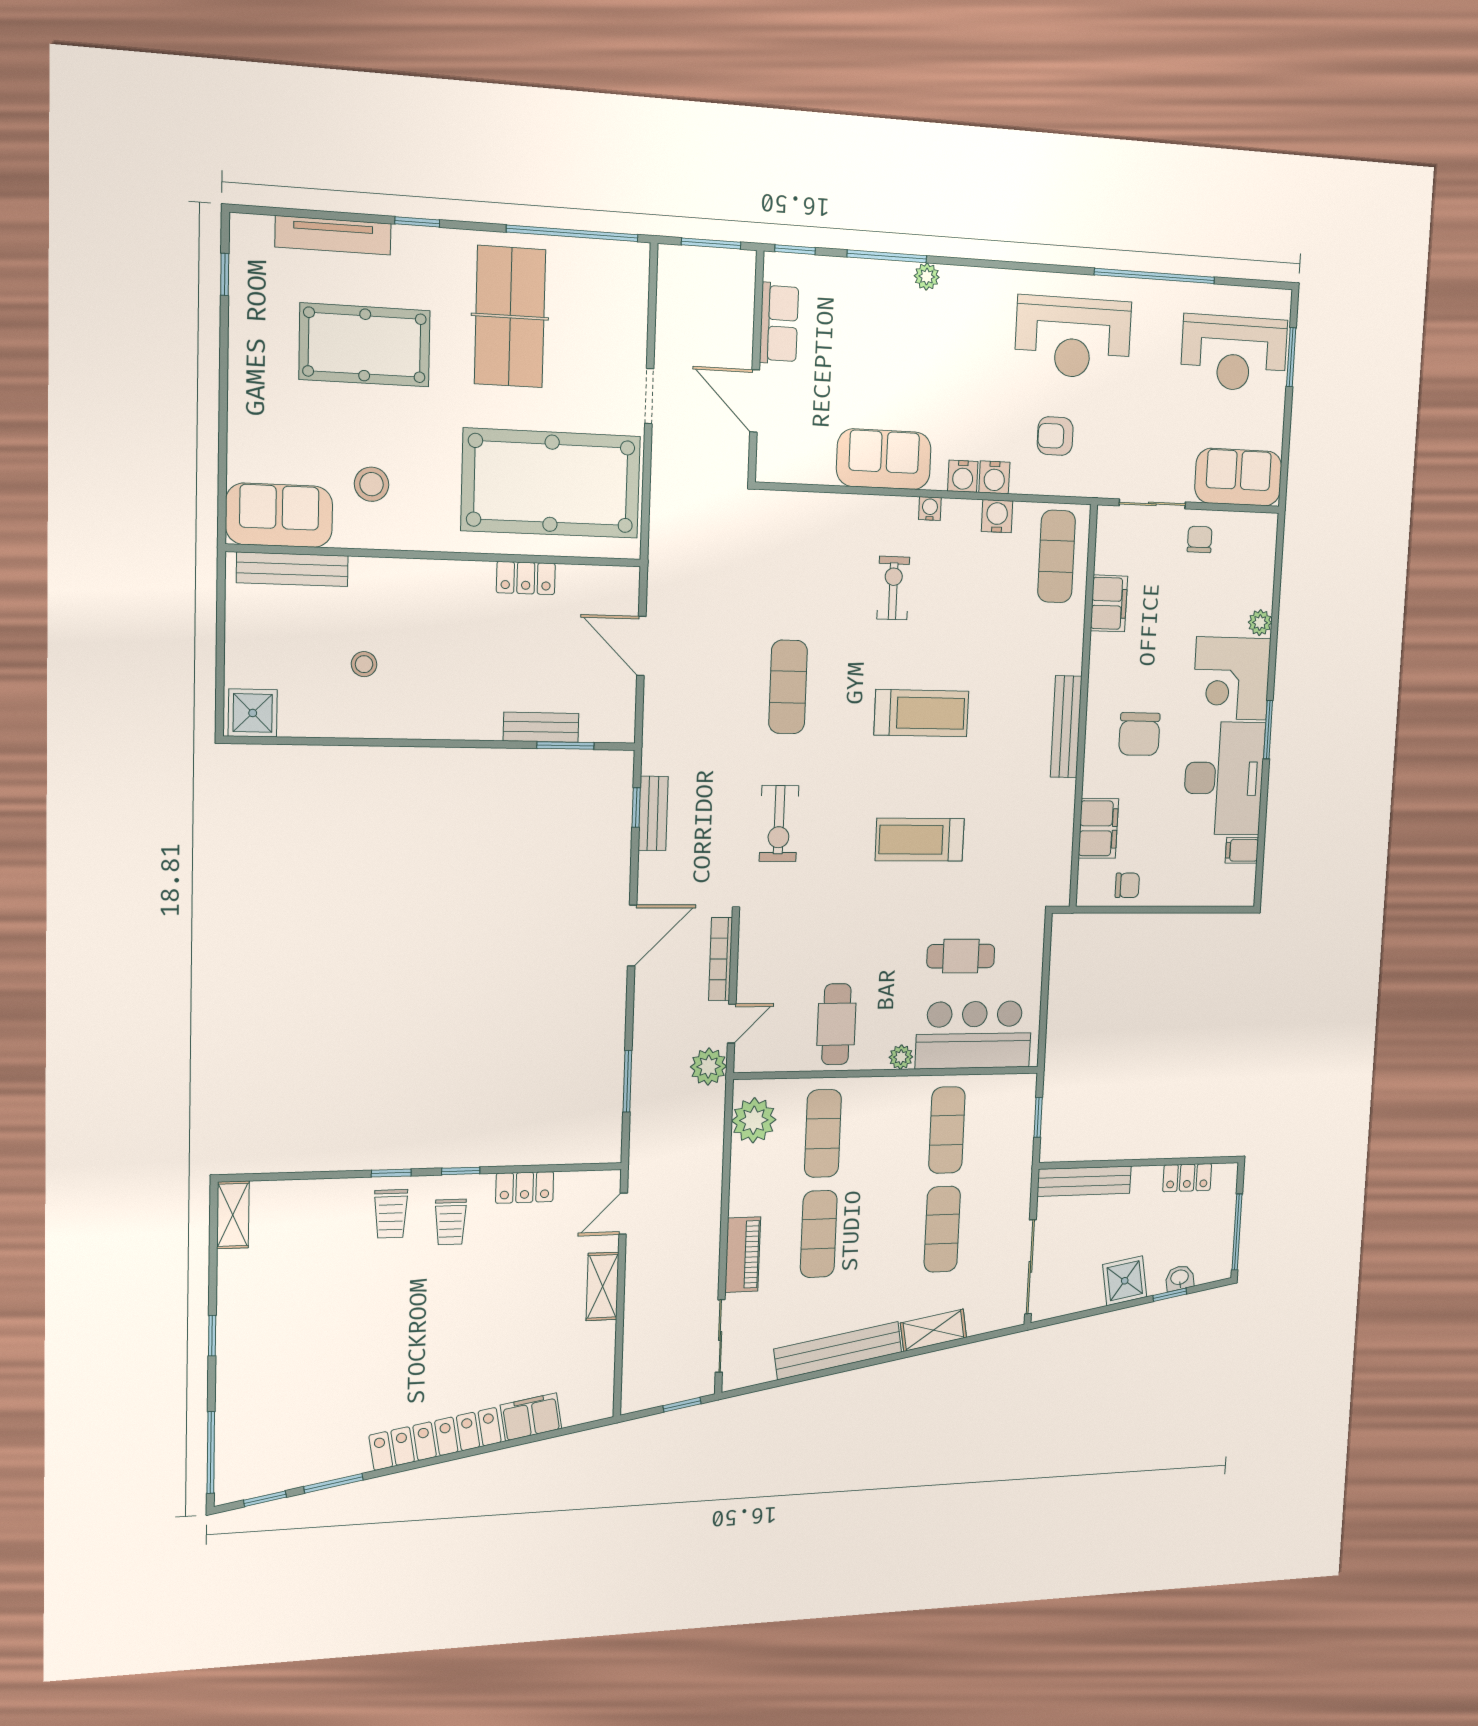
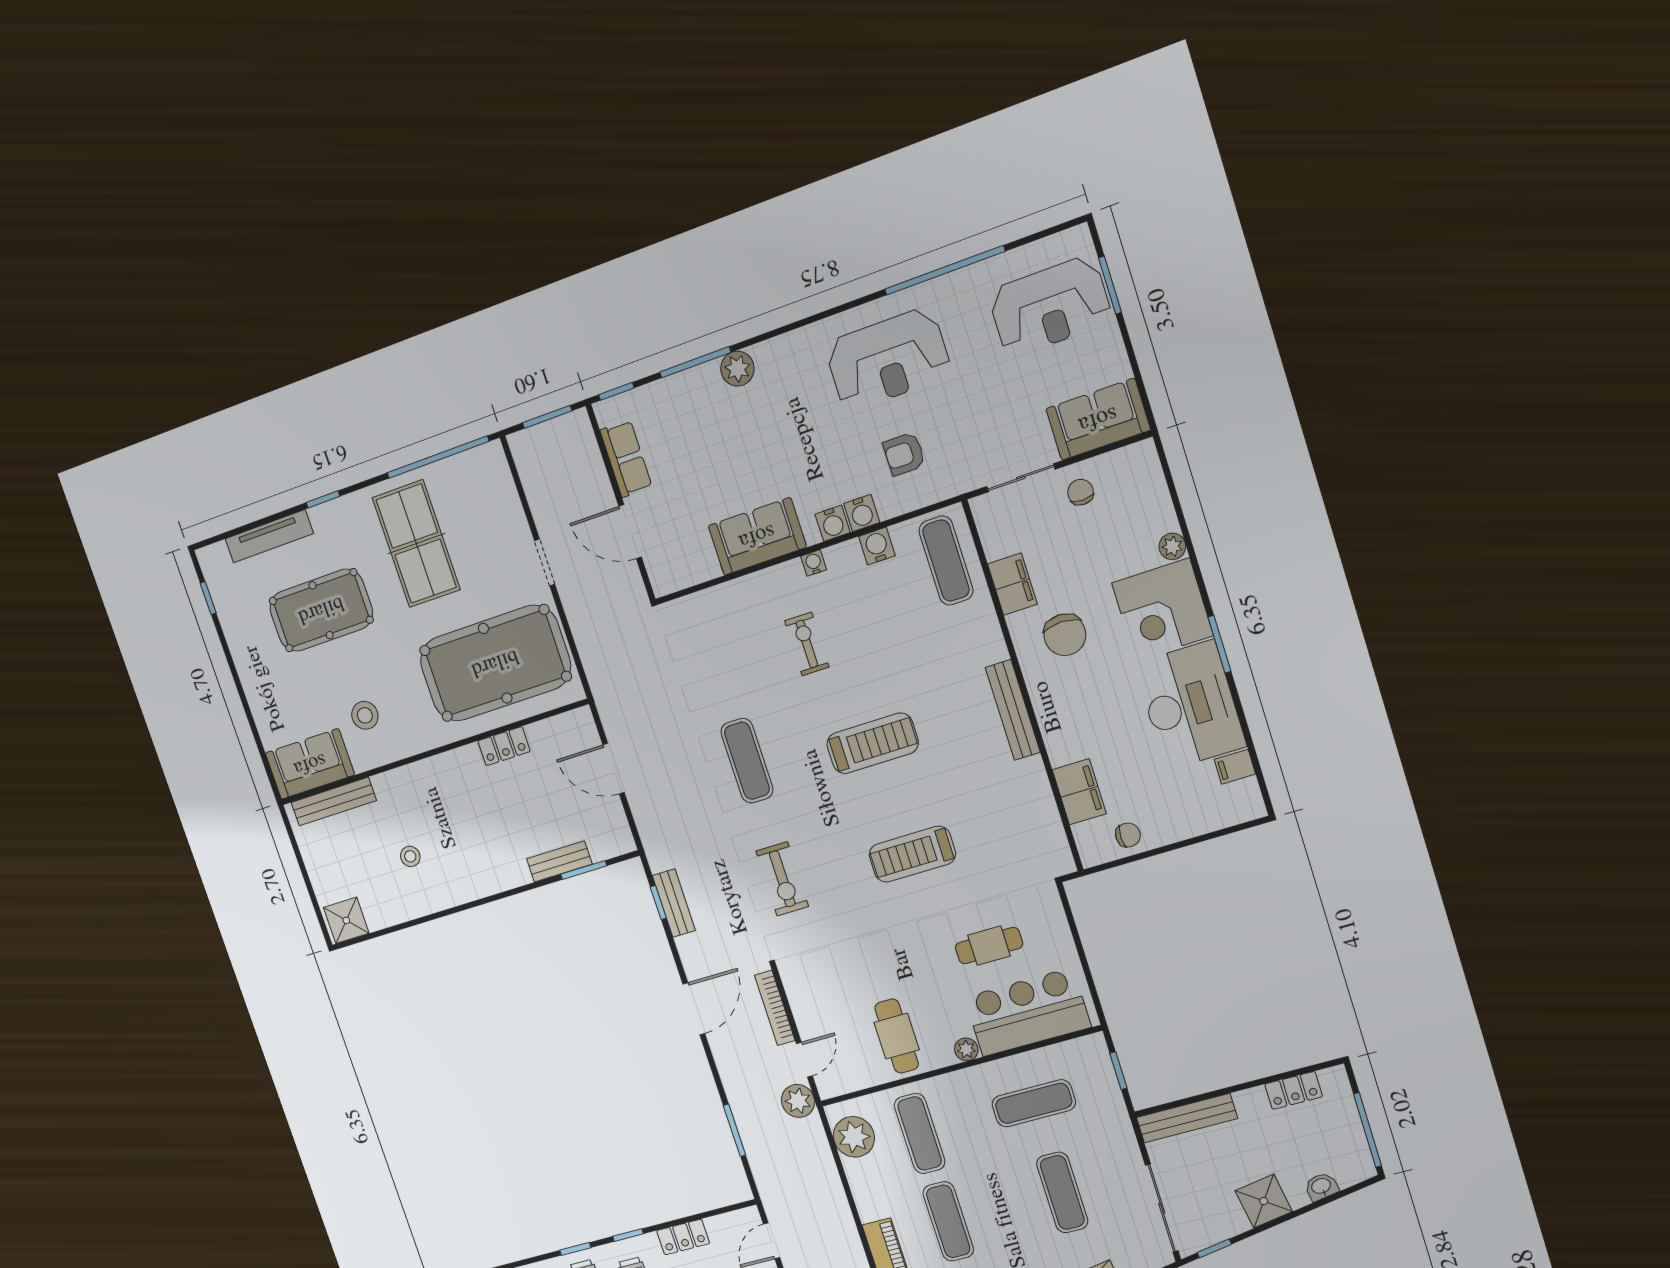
plant: (927, 277) -> (737, 369), width x1.38, depth x1.38
chair: (1139, 734) -> (1065, 635), moved
exercise mat: (947, 1130) -> (1034, 1103), turned 90
window: (1170, 1295) -> (1214, 1248), moved

